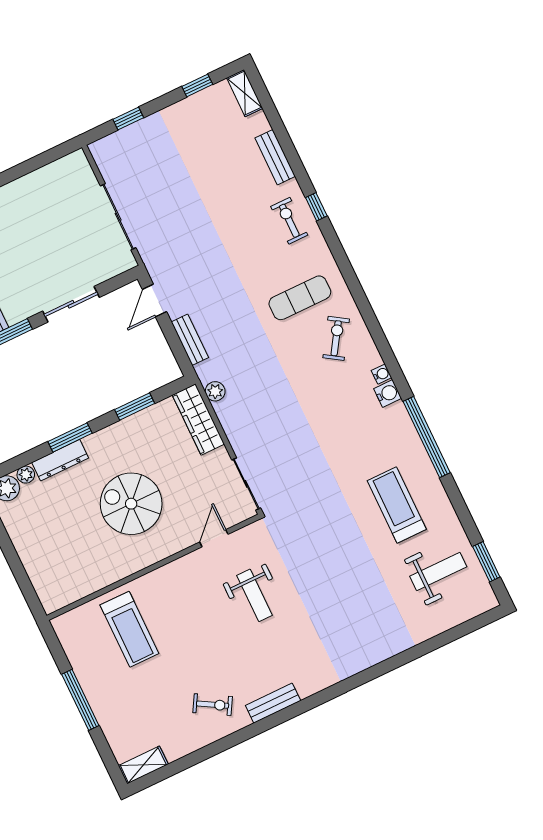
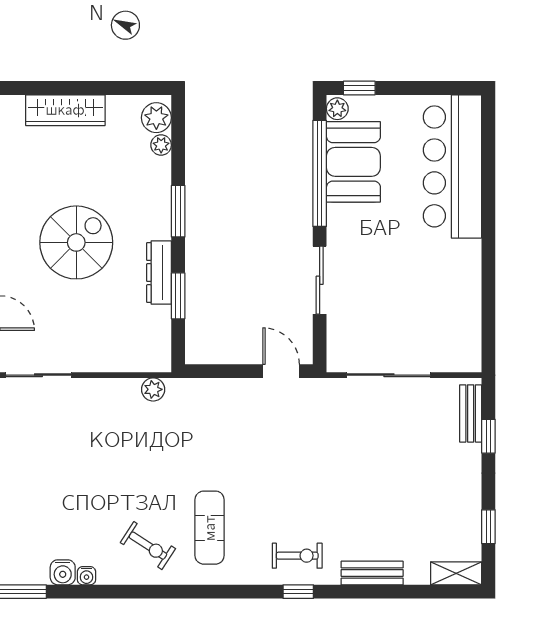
bench: (190, 340) -> (471, 413), moved, turned 90
wardrobe: (198, 420) -> (65, 110), moved, turned 180
dresser: (60, 460) -> (159, 273), moved

